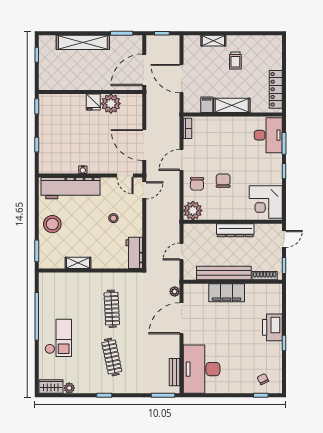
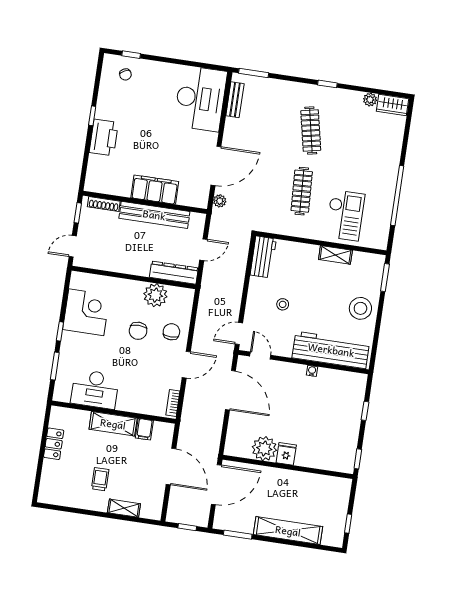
locker: (276, 89) -> (54, 444), width x0.66
desk: (268, 135) -> (95, 389), moved, turned -90
corner desk: (266, 202) -> (86, 312), moved
plant: (193, 211) -> (155, 295), moved
dresser: (235, 230) -> (174, 273), moved
checkout: (58, 338) -> (345, 215), moved, turned 180

